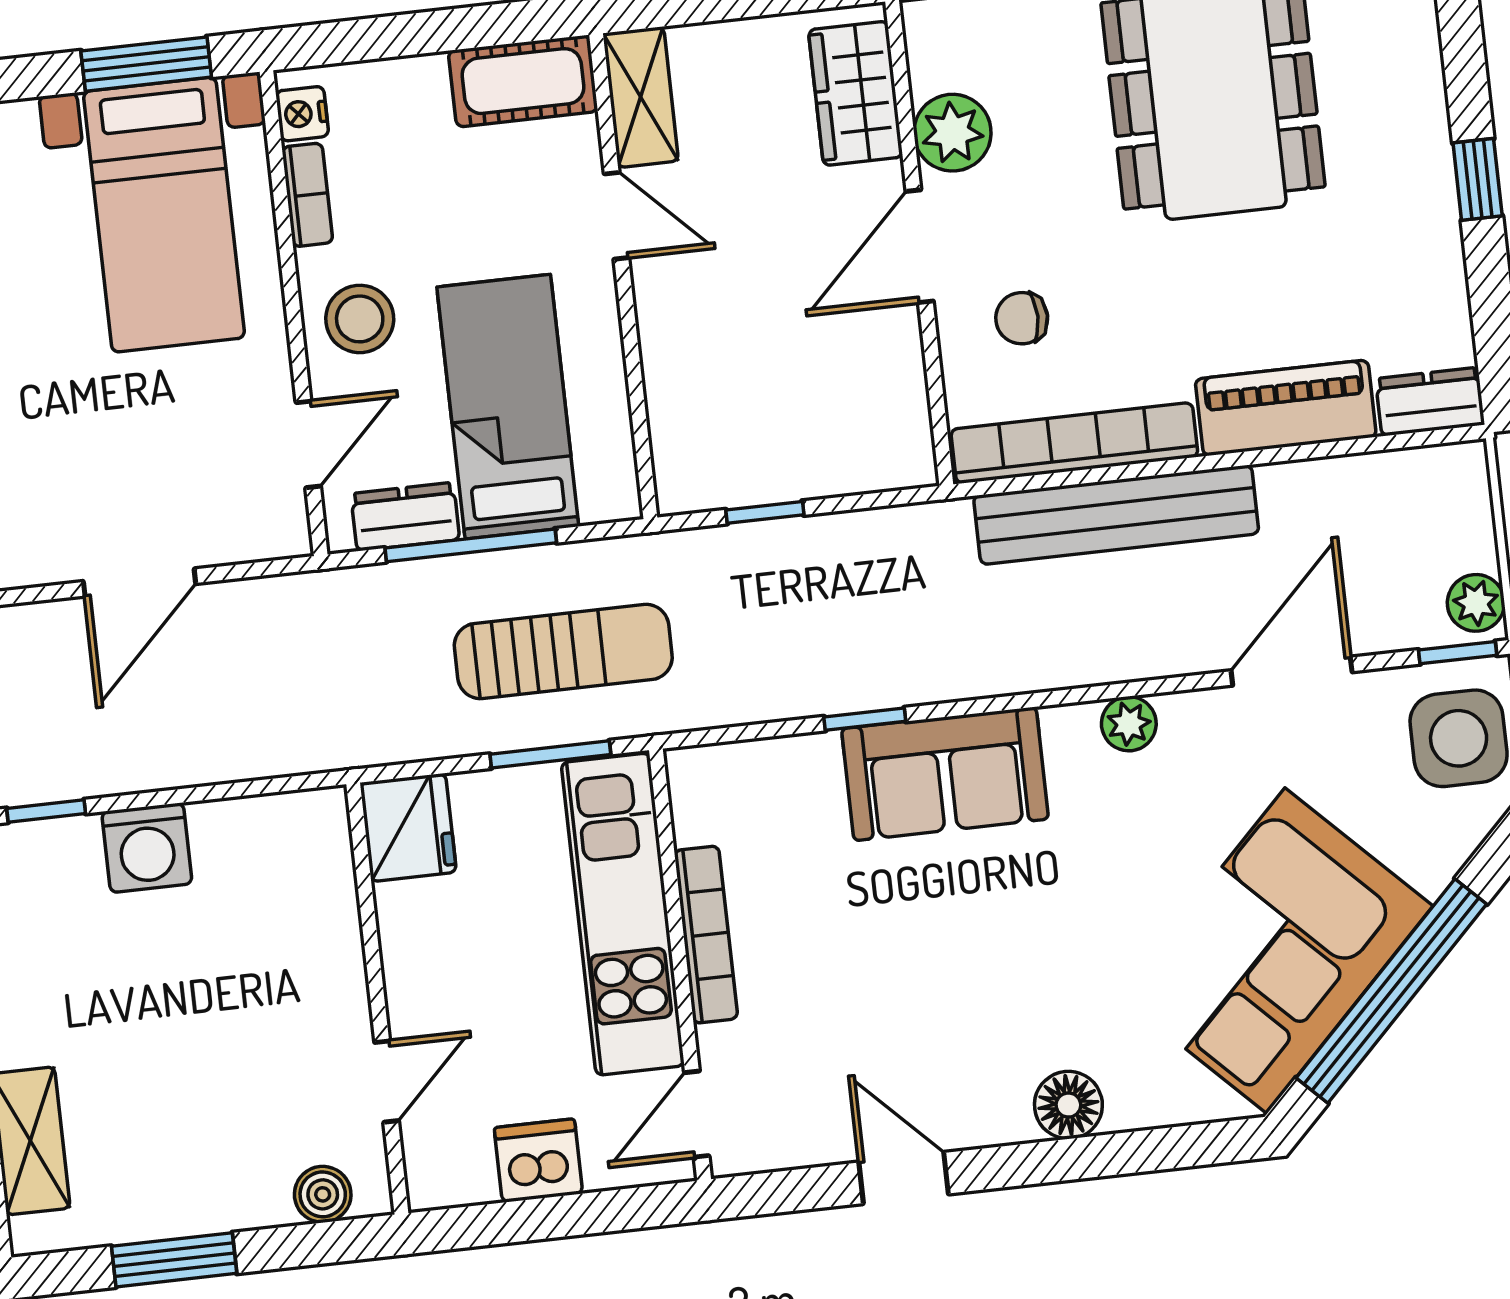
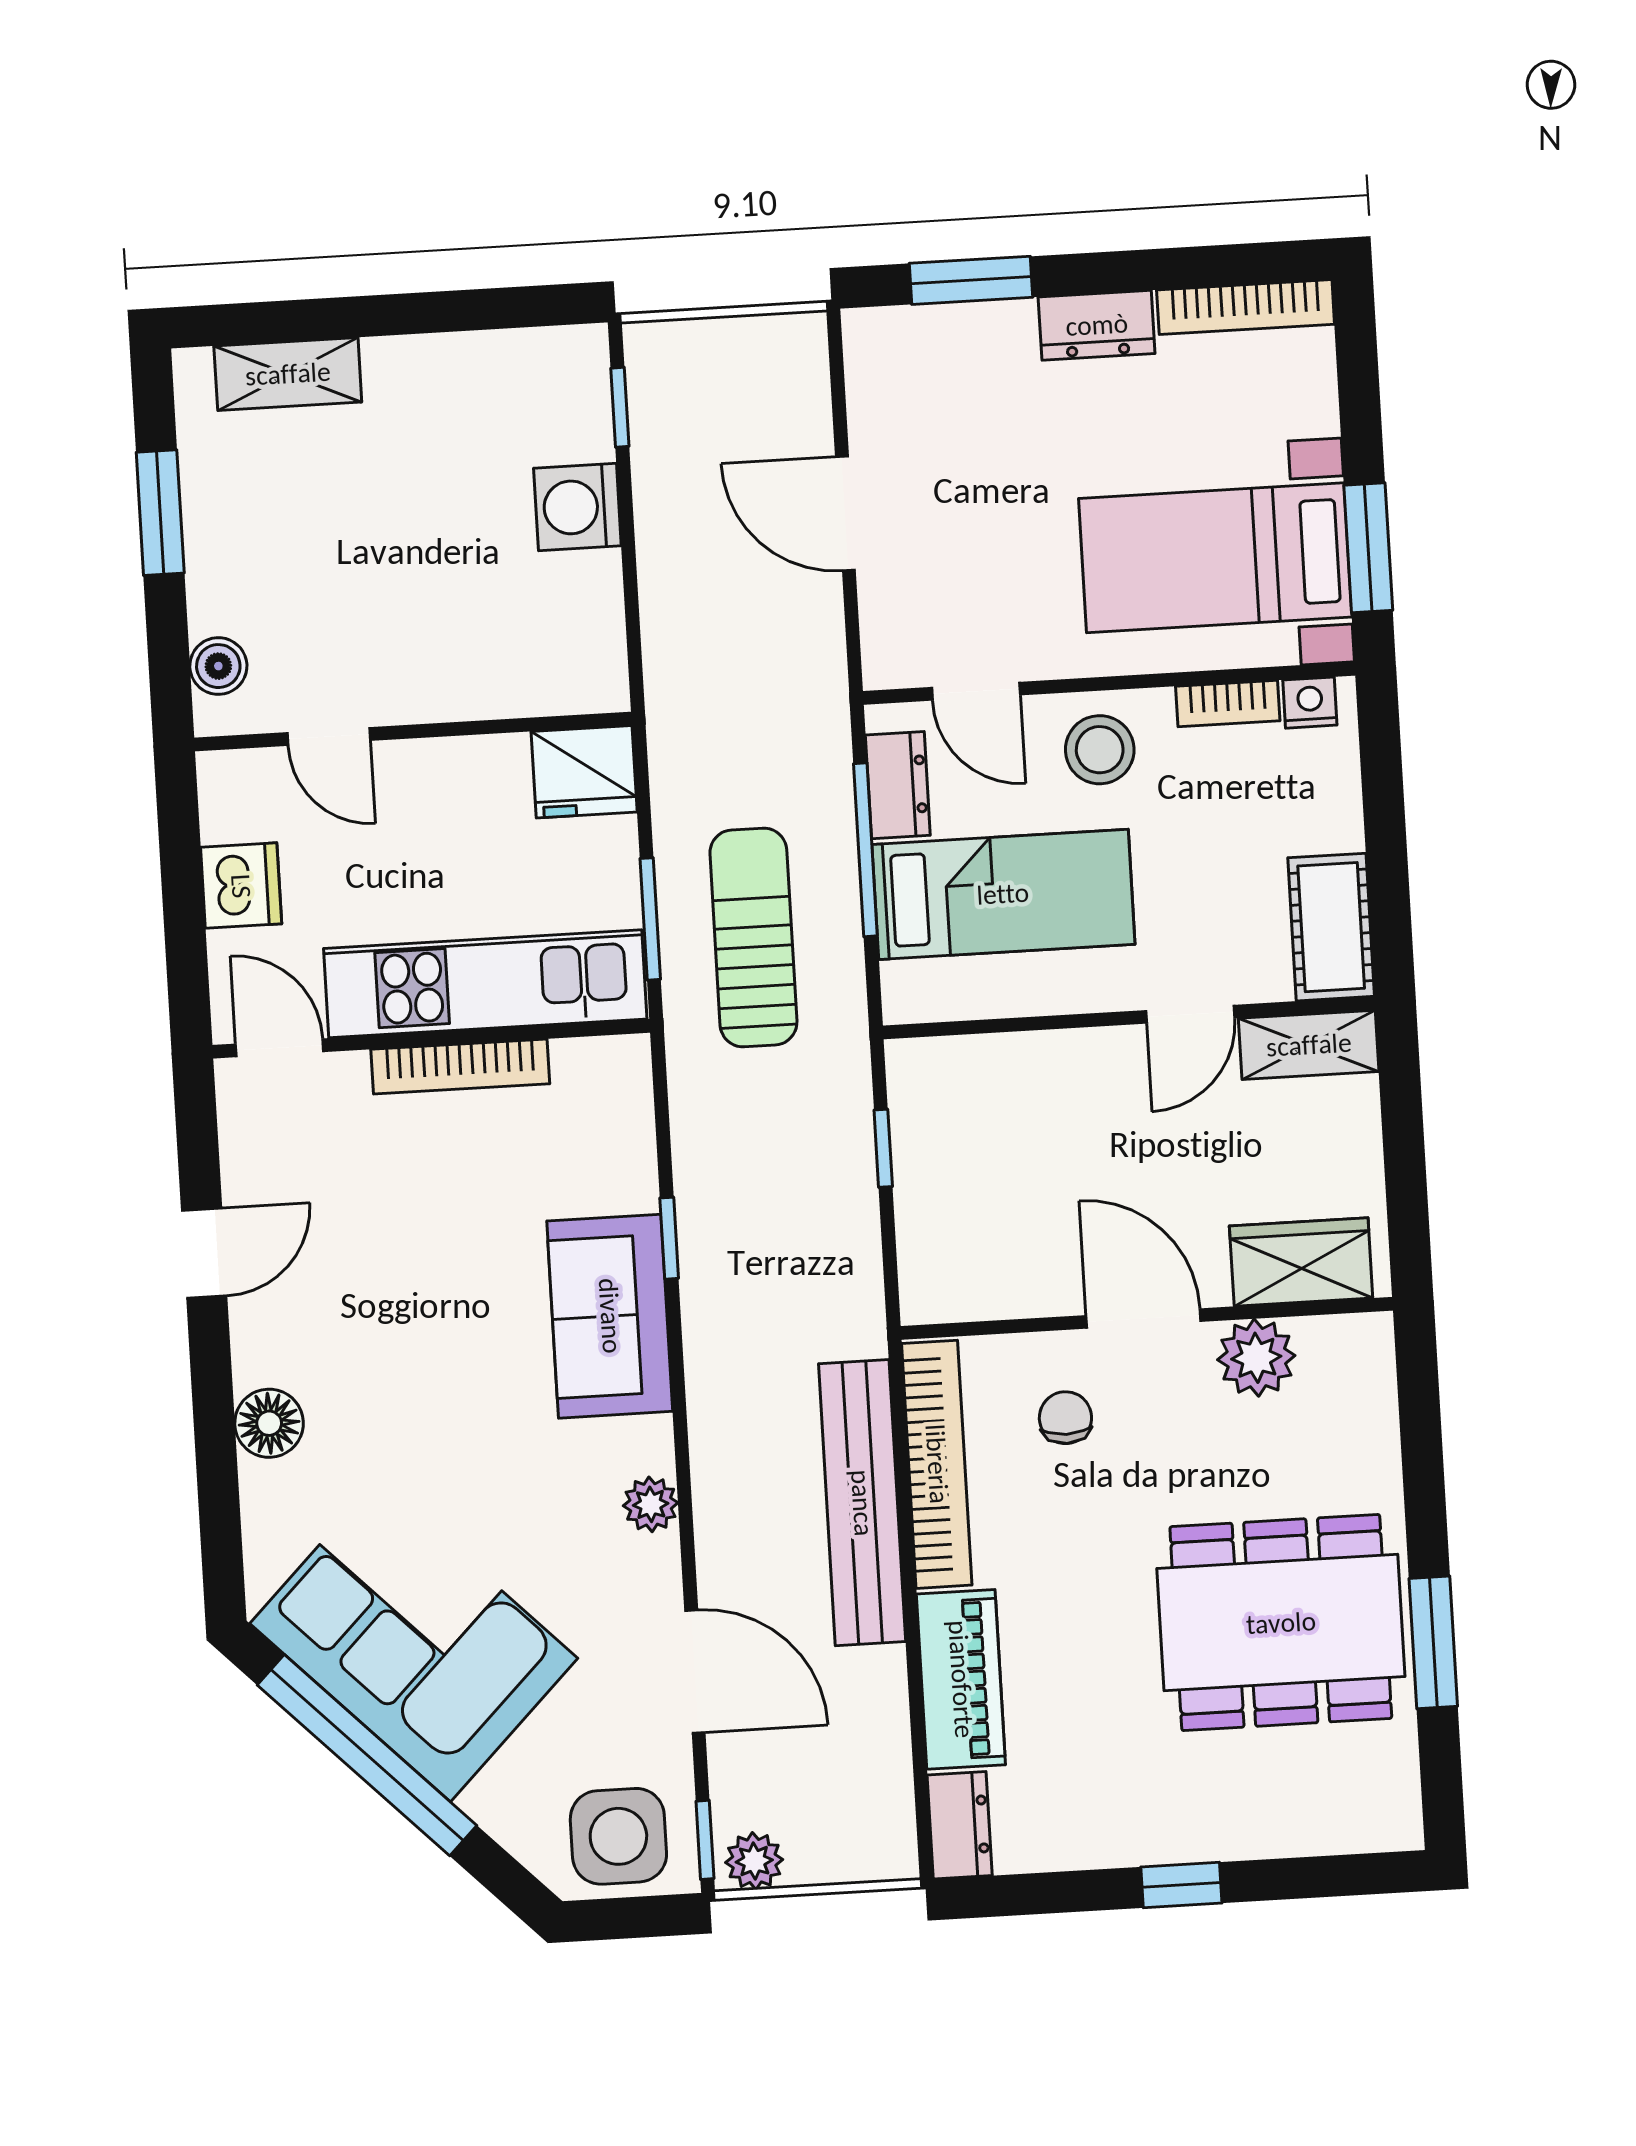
sun lounger: (563, 651) -> (753, 937), turned 180

